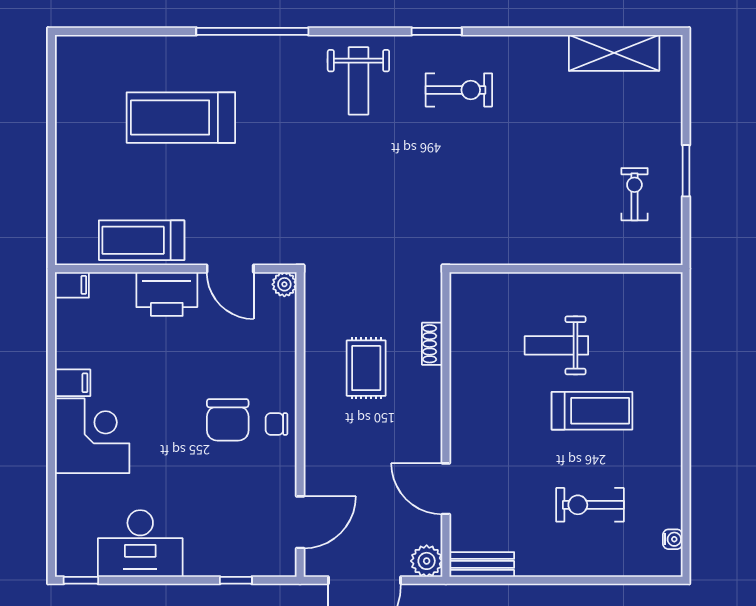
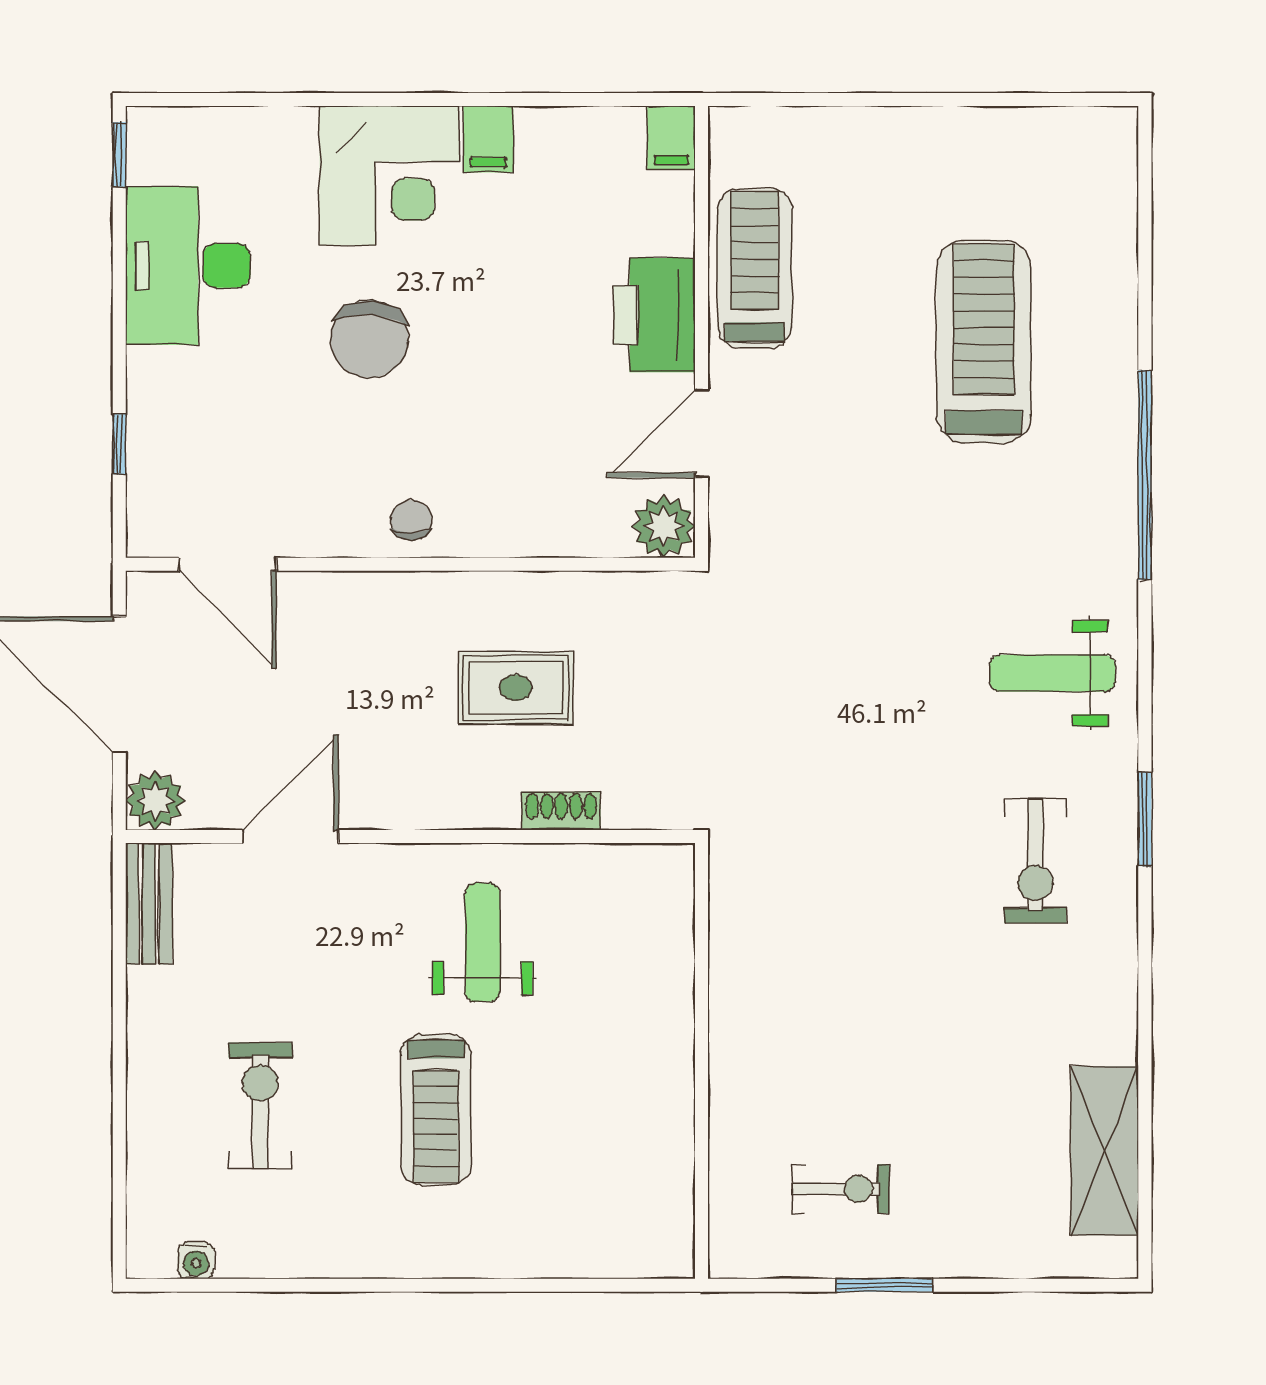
plant: (284, 284) -> (664, 526), width x1.38, depth x1.38
weight bench: (556, 345) -> (483, 943), moved
chair: (228, 420) -> (370, 339), moved, turned -86

